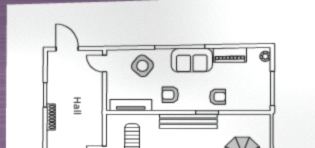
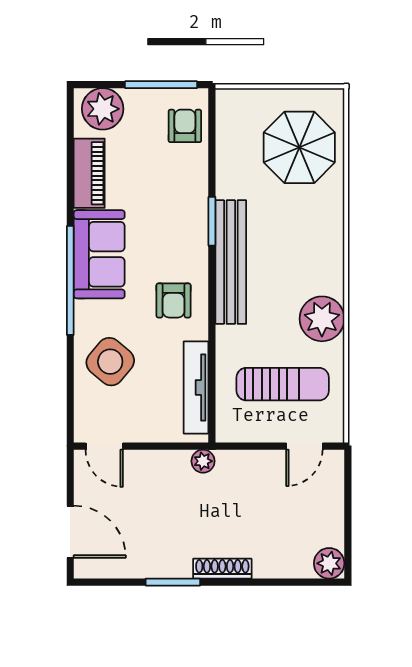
door: (67, 49) -> (70, 532), swing flipped
plant: (265, 56) -> (103, 109), width x1.87, depth x1.87
door: (105, 64) -> (104, 446), hinge flipped
armchair: (218, 97) -> (185, 126), moved
plant: (98, 108) -> (203, 461), added

